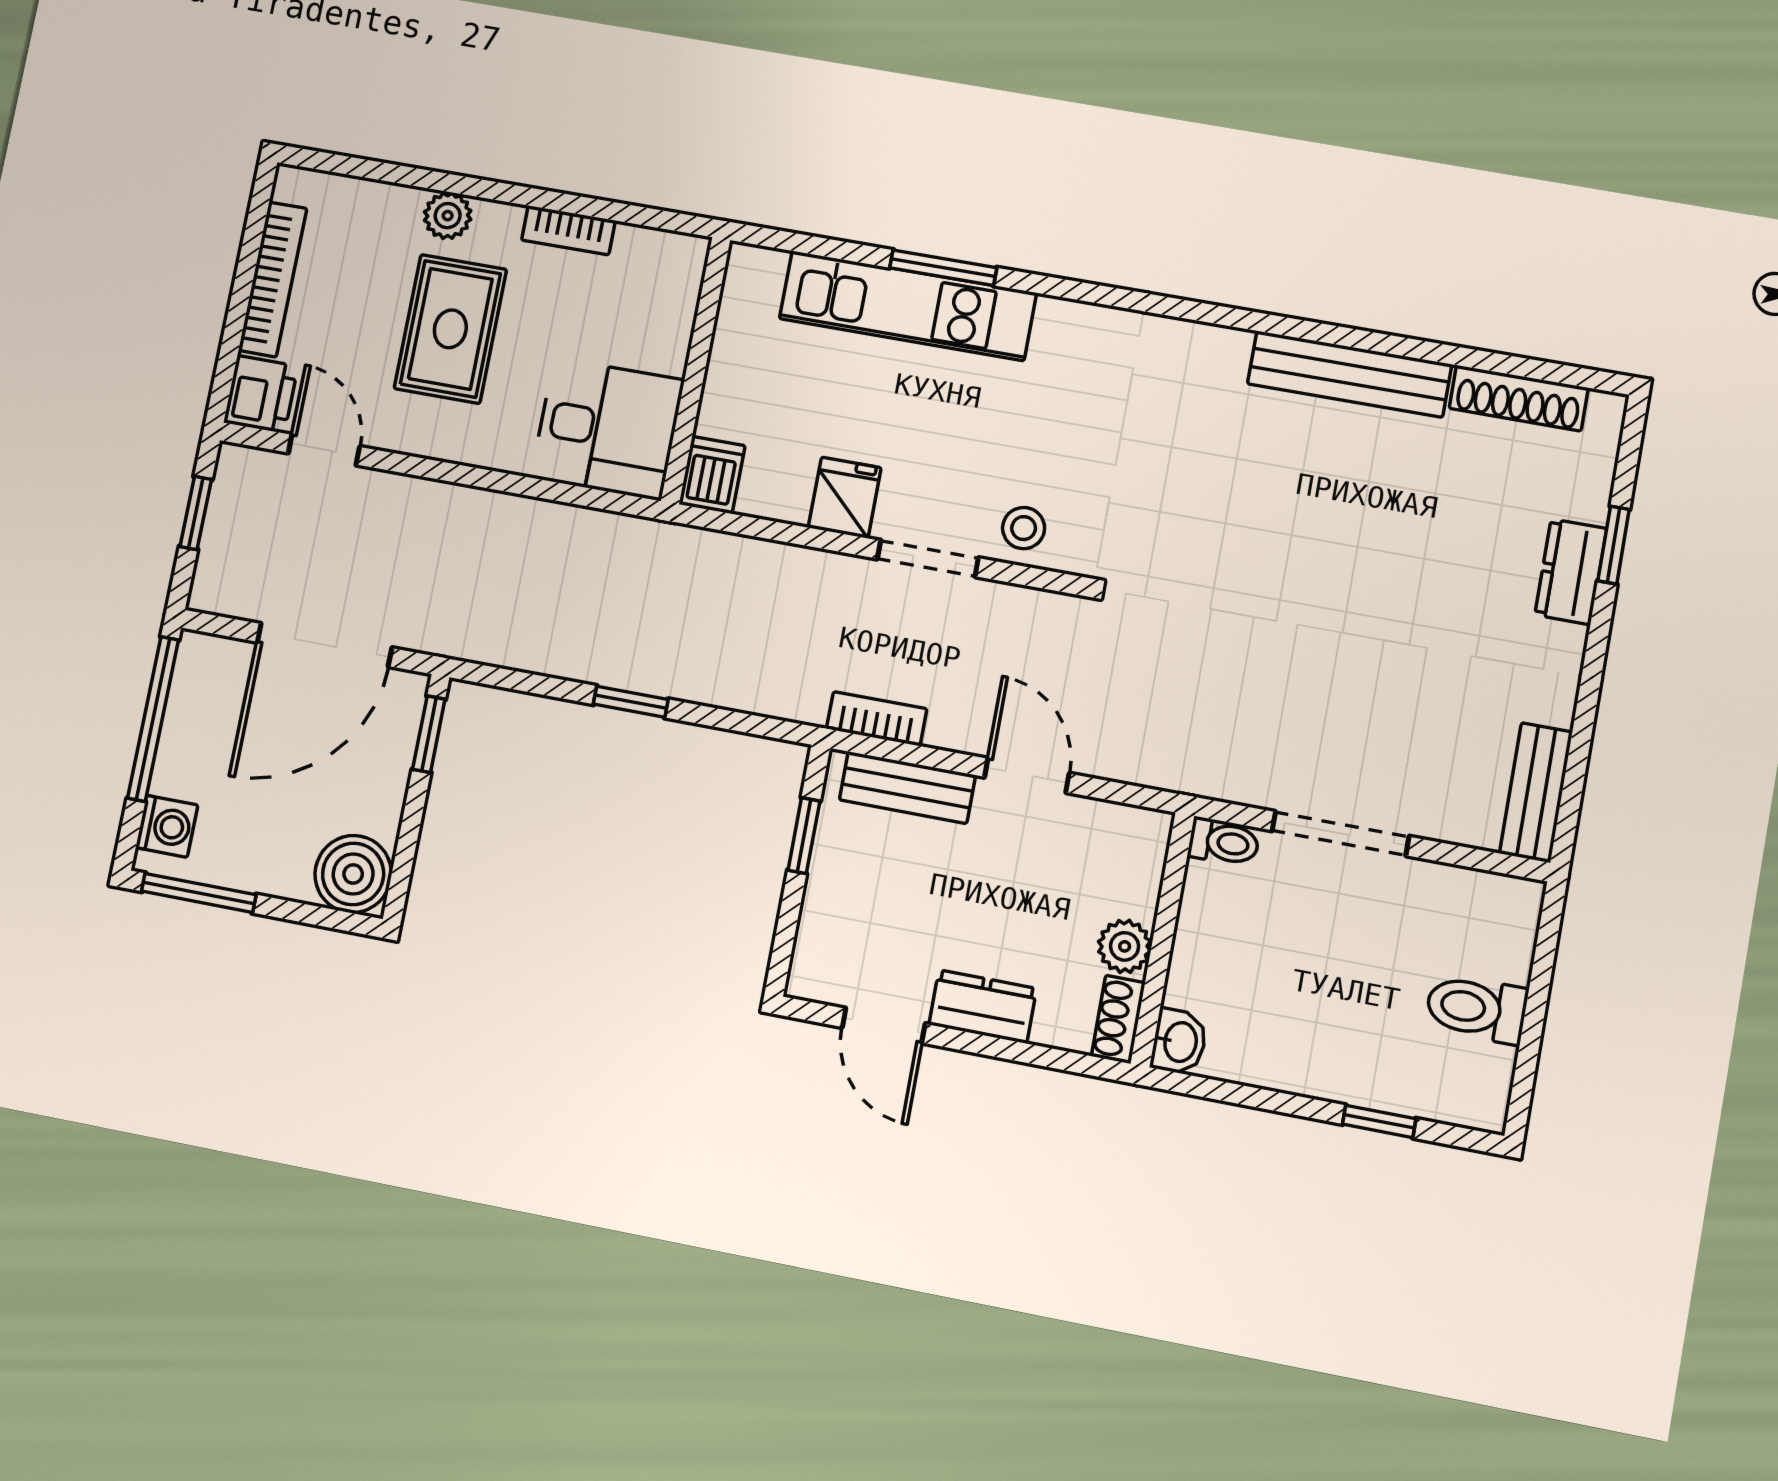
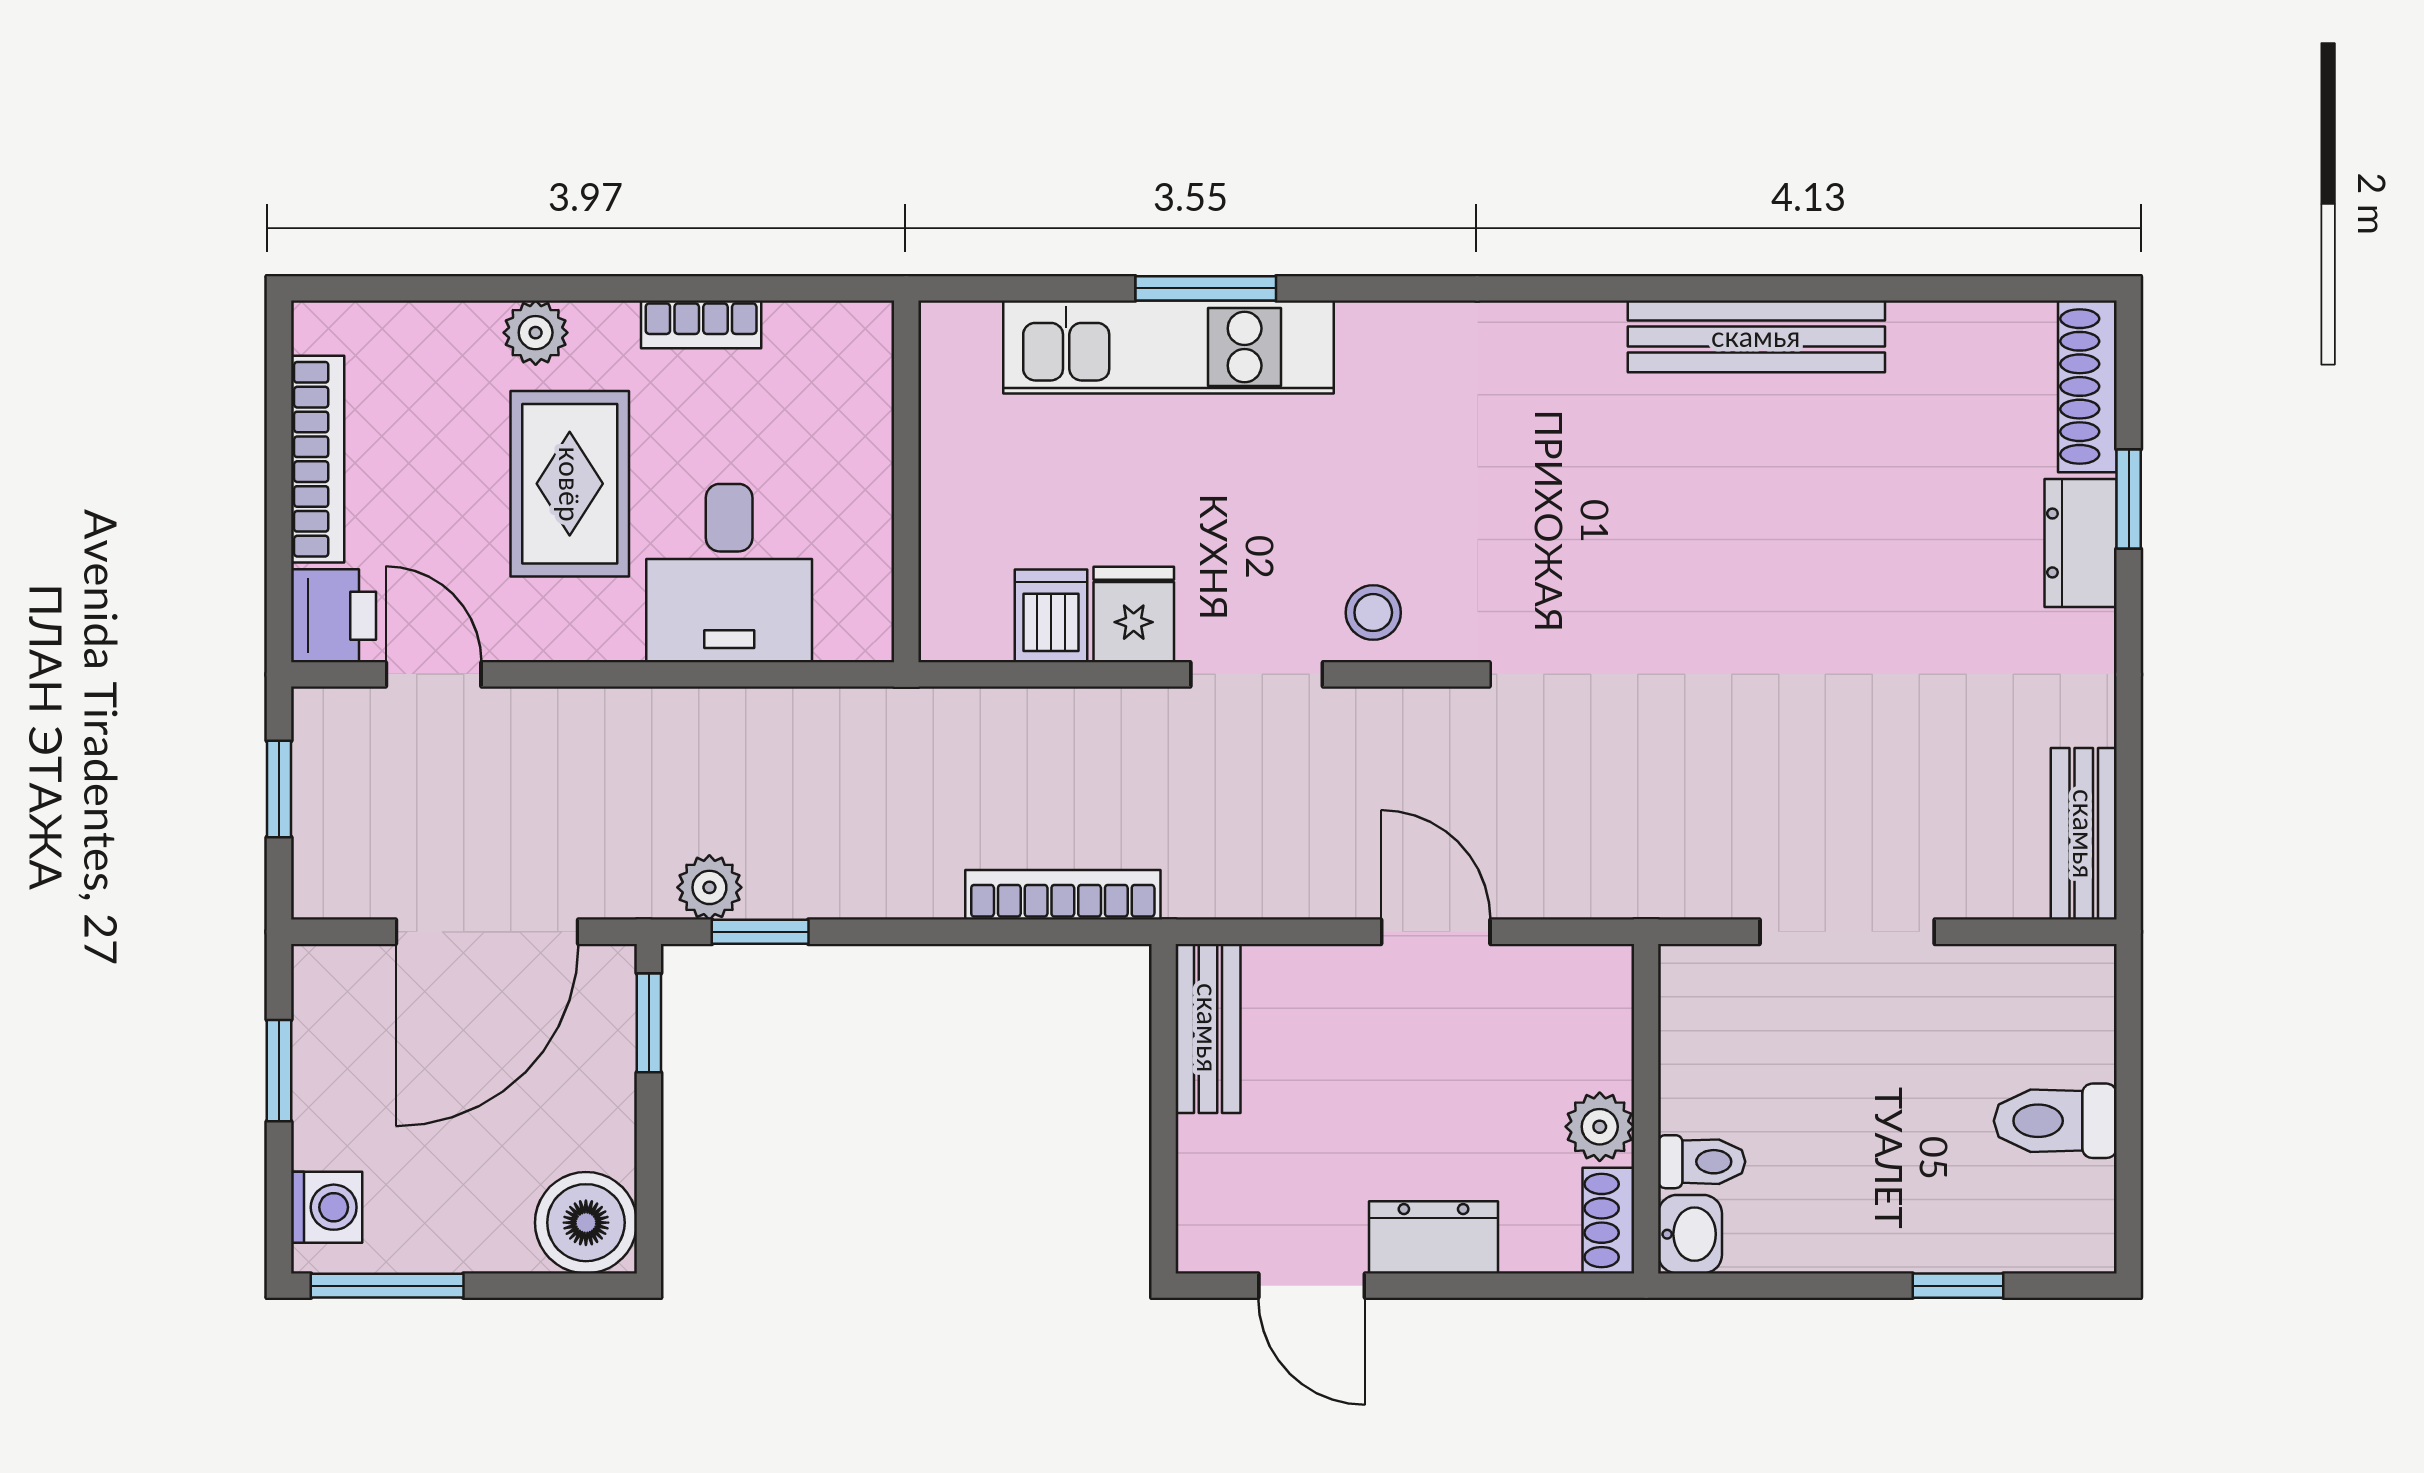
shoe rack: (1519, 398) -> (2087, 386), moved, turned 90
desk: (607, 429) -> (729, 573), moved, turned 90
dishwasher: (712, 475) -> (1051, 616), moved
plant: (493, 642) -> (709, 887), added
window: (631, 702) -> (760, 932), moved
window: (153, 719) -> (279, 1071), width x0.46
bookcase: (877, 719) -> (1063, 895), moved, width x1.56
bench: (907, 788) -> (1208, 1028), moved, turned 90
window: (804, 836) -> (1164, 1063), removed
toilet: (1224, 842) -> (1702, 1162), moved

